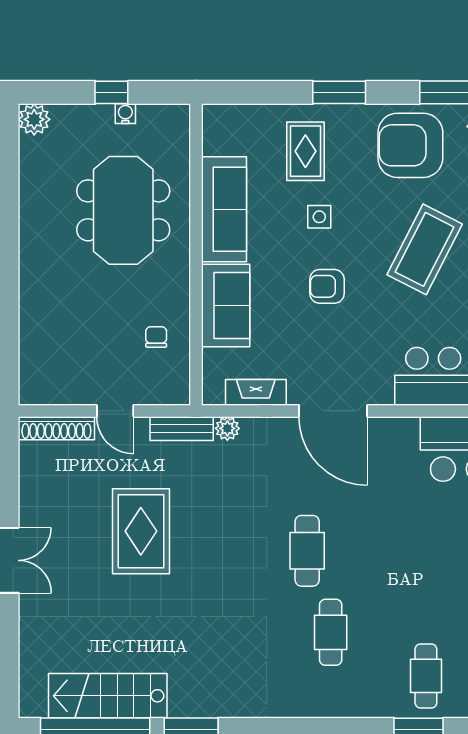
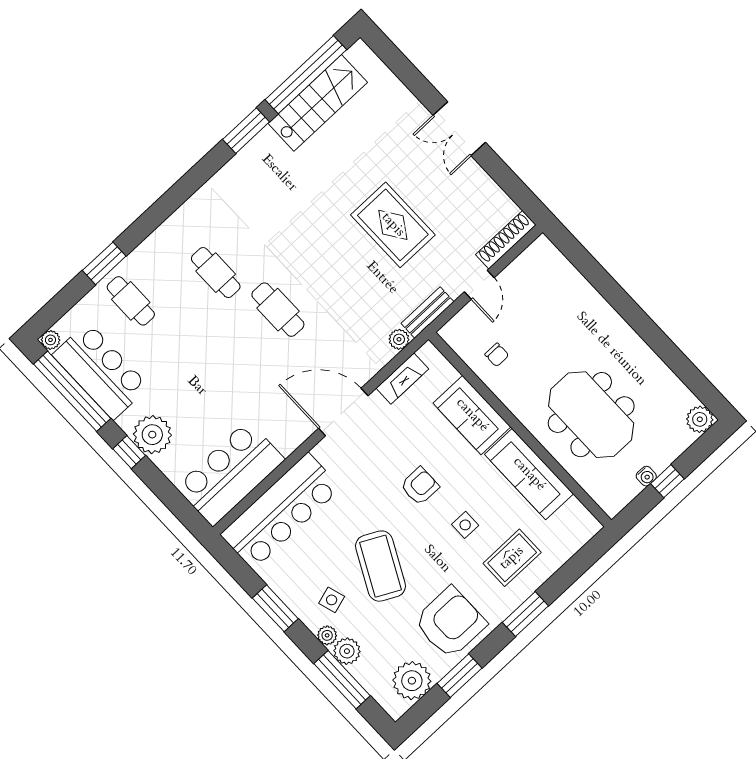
rug: (305, 151) -> (512, 558), turned 90
door: (115, 411) -> (479, 285), swing flipped

